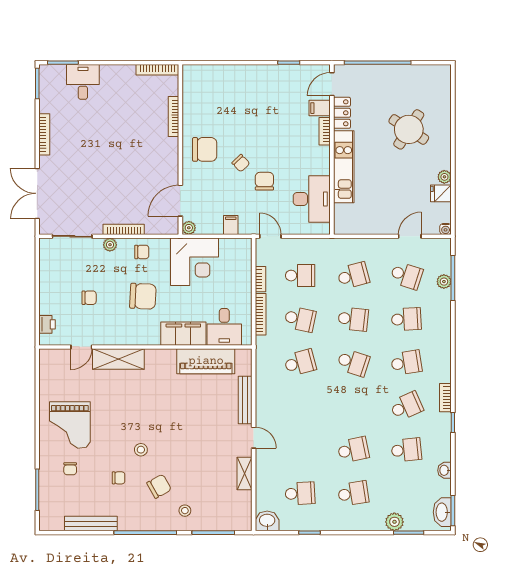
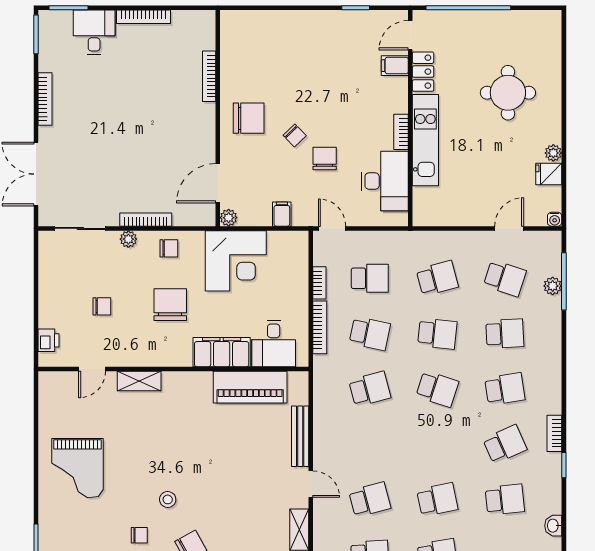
bookcase: (157, 70) -> (143, 17), moved
round table: (409, 129) -> (508, 93), turned -33
bookcase: (325, 131) -> (401, 132), moved
chair: (143, 296) -> (170, 305), turned -93
shelving: (118, 359) -> (139, 381), width x0.67, depth x0.75
school desk: (300, 450) -> (370, 500), added
chair: (70, 469) -> (78, 524), removed

